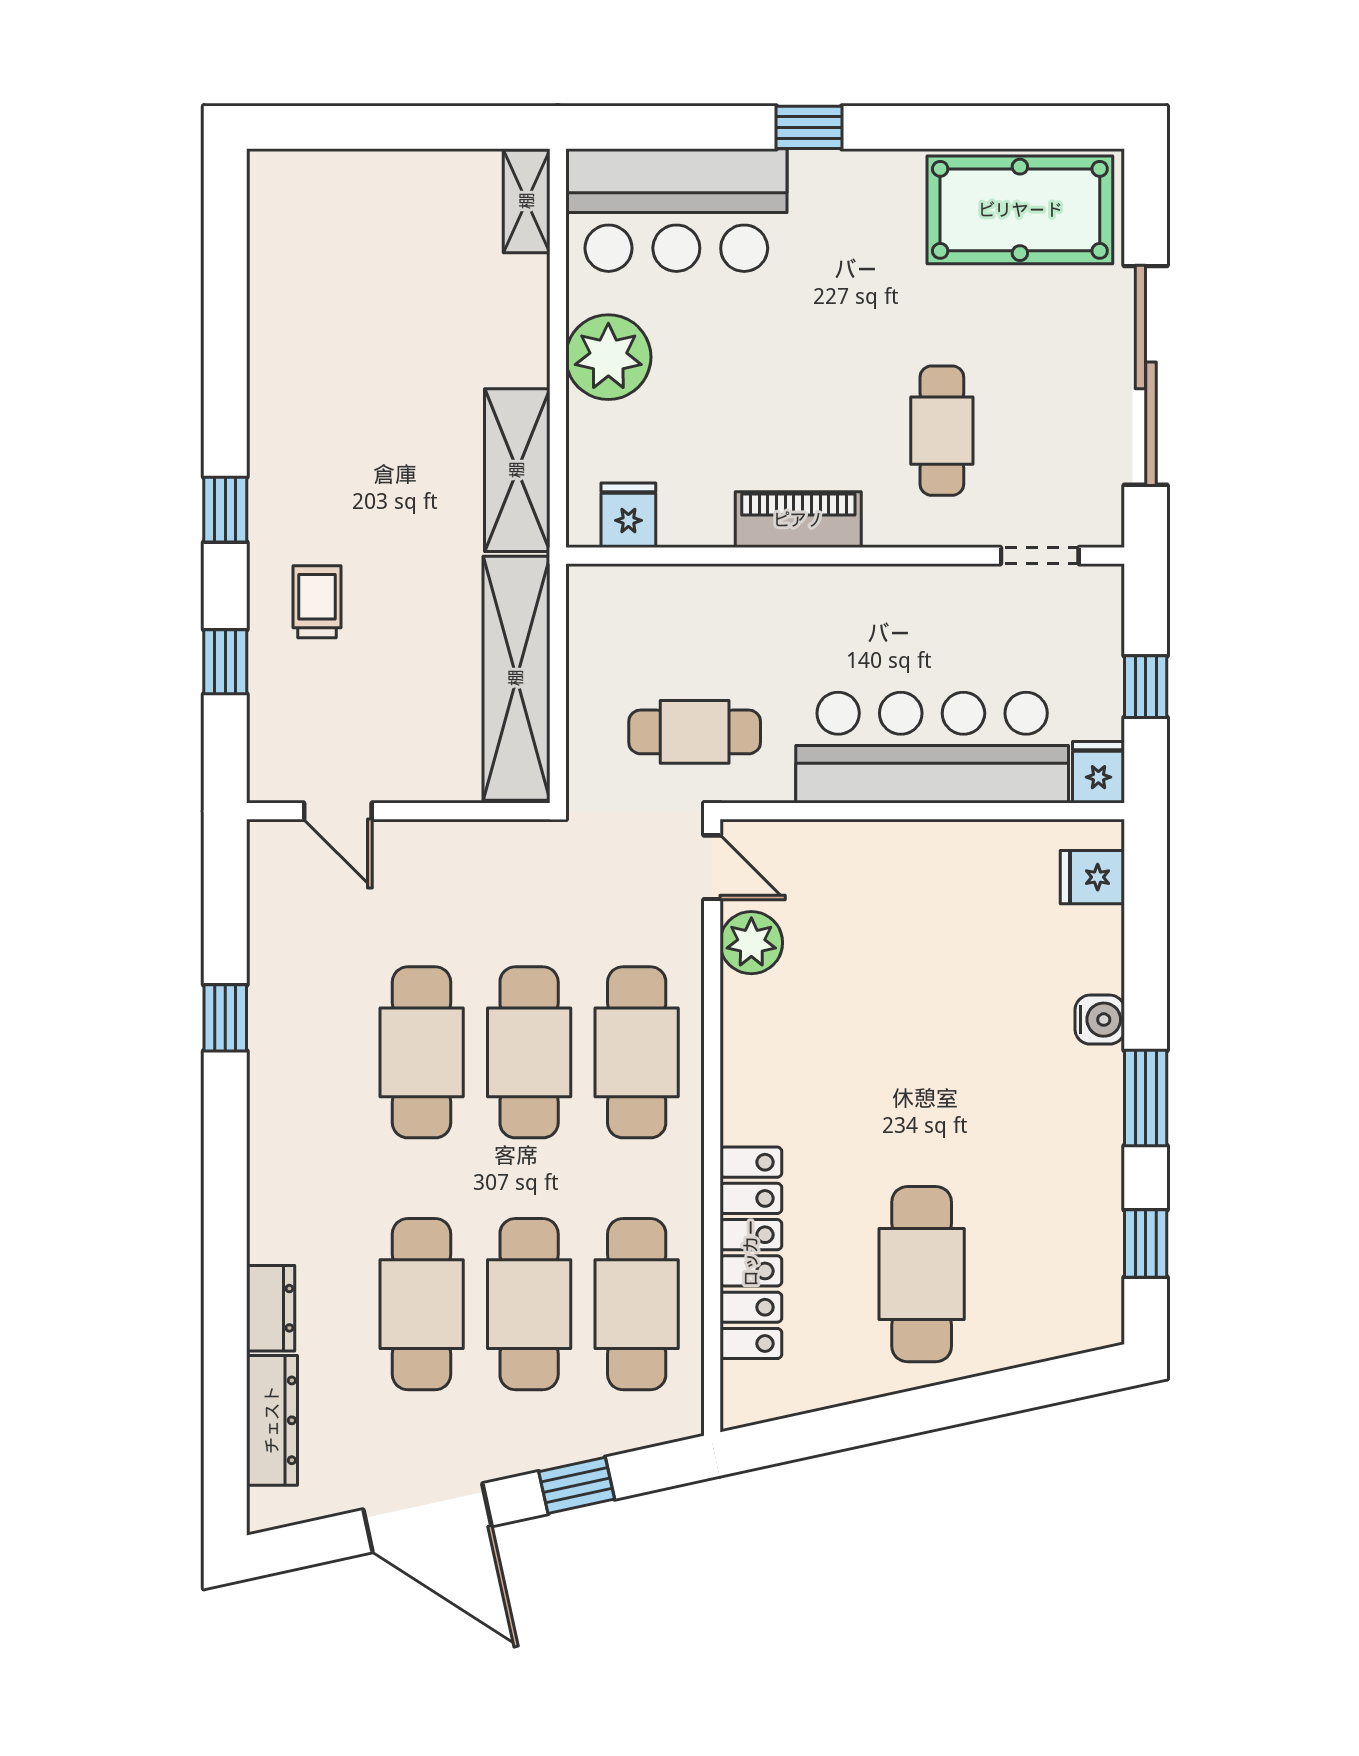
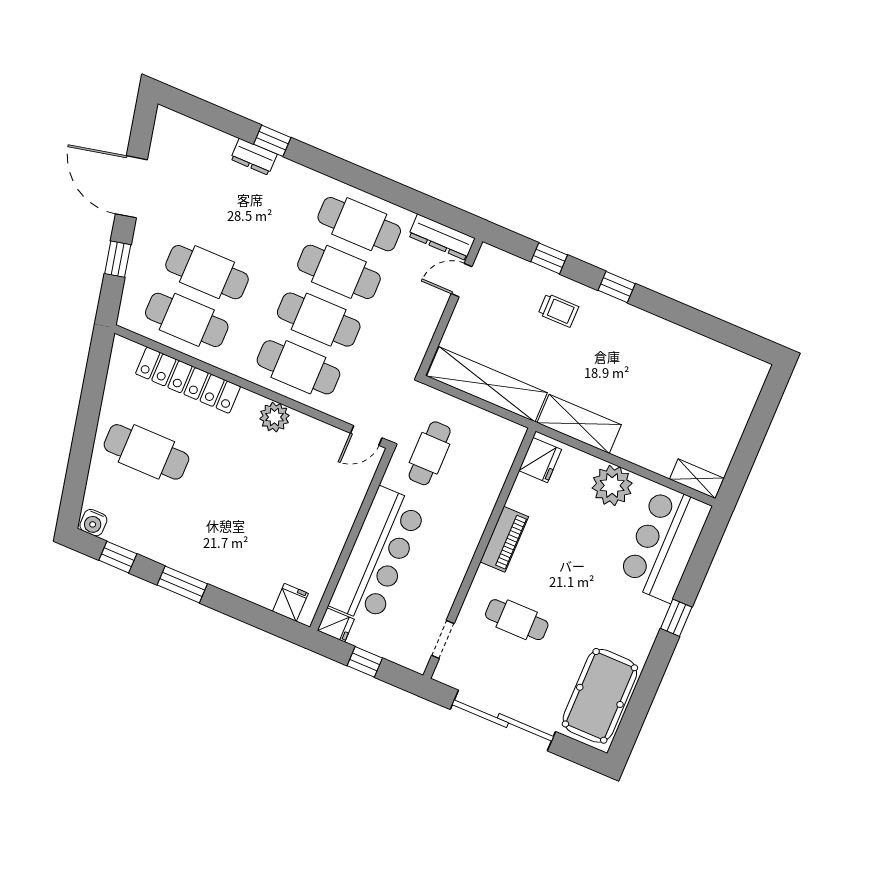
fridge: (628, 515) -> (540, 460), width x1.38
plant: (751, 943) -> (274, 417), moved
window: (225, 1018) -> (272, 141), moved
water cooler: (1100, 1020) -> (93, 523), moved
cafe table: (422, 1304) -> (359, 224), moved
dresser: (272, 1420) -> (442, 237), moved
door: (427, 1518) -> (131, 187), hinge flipped

